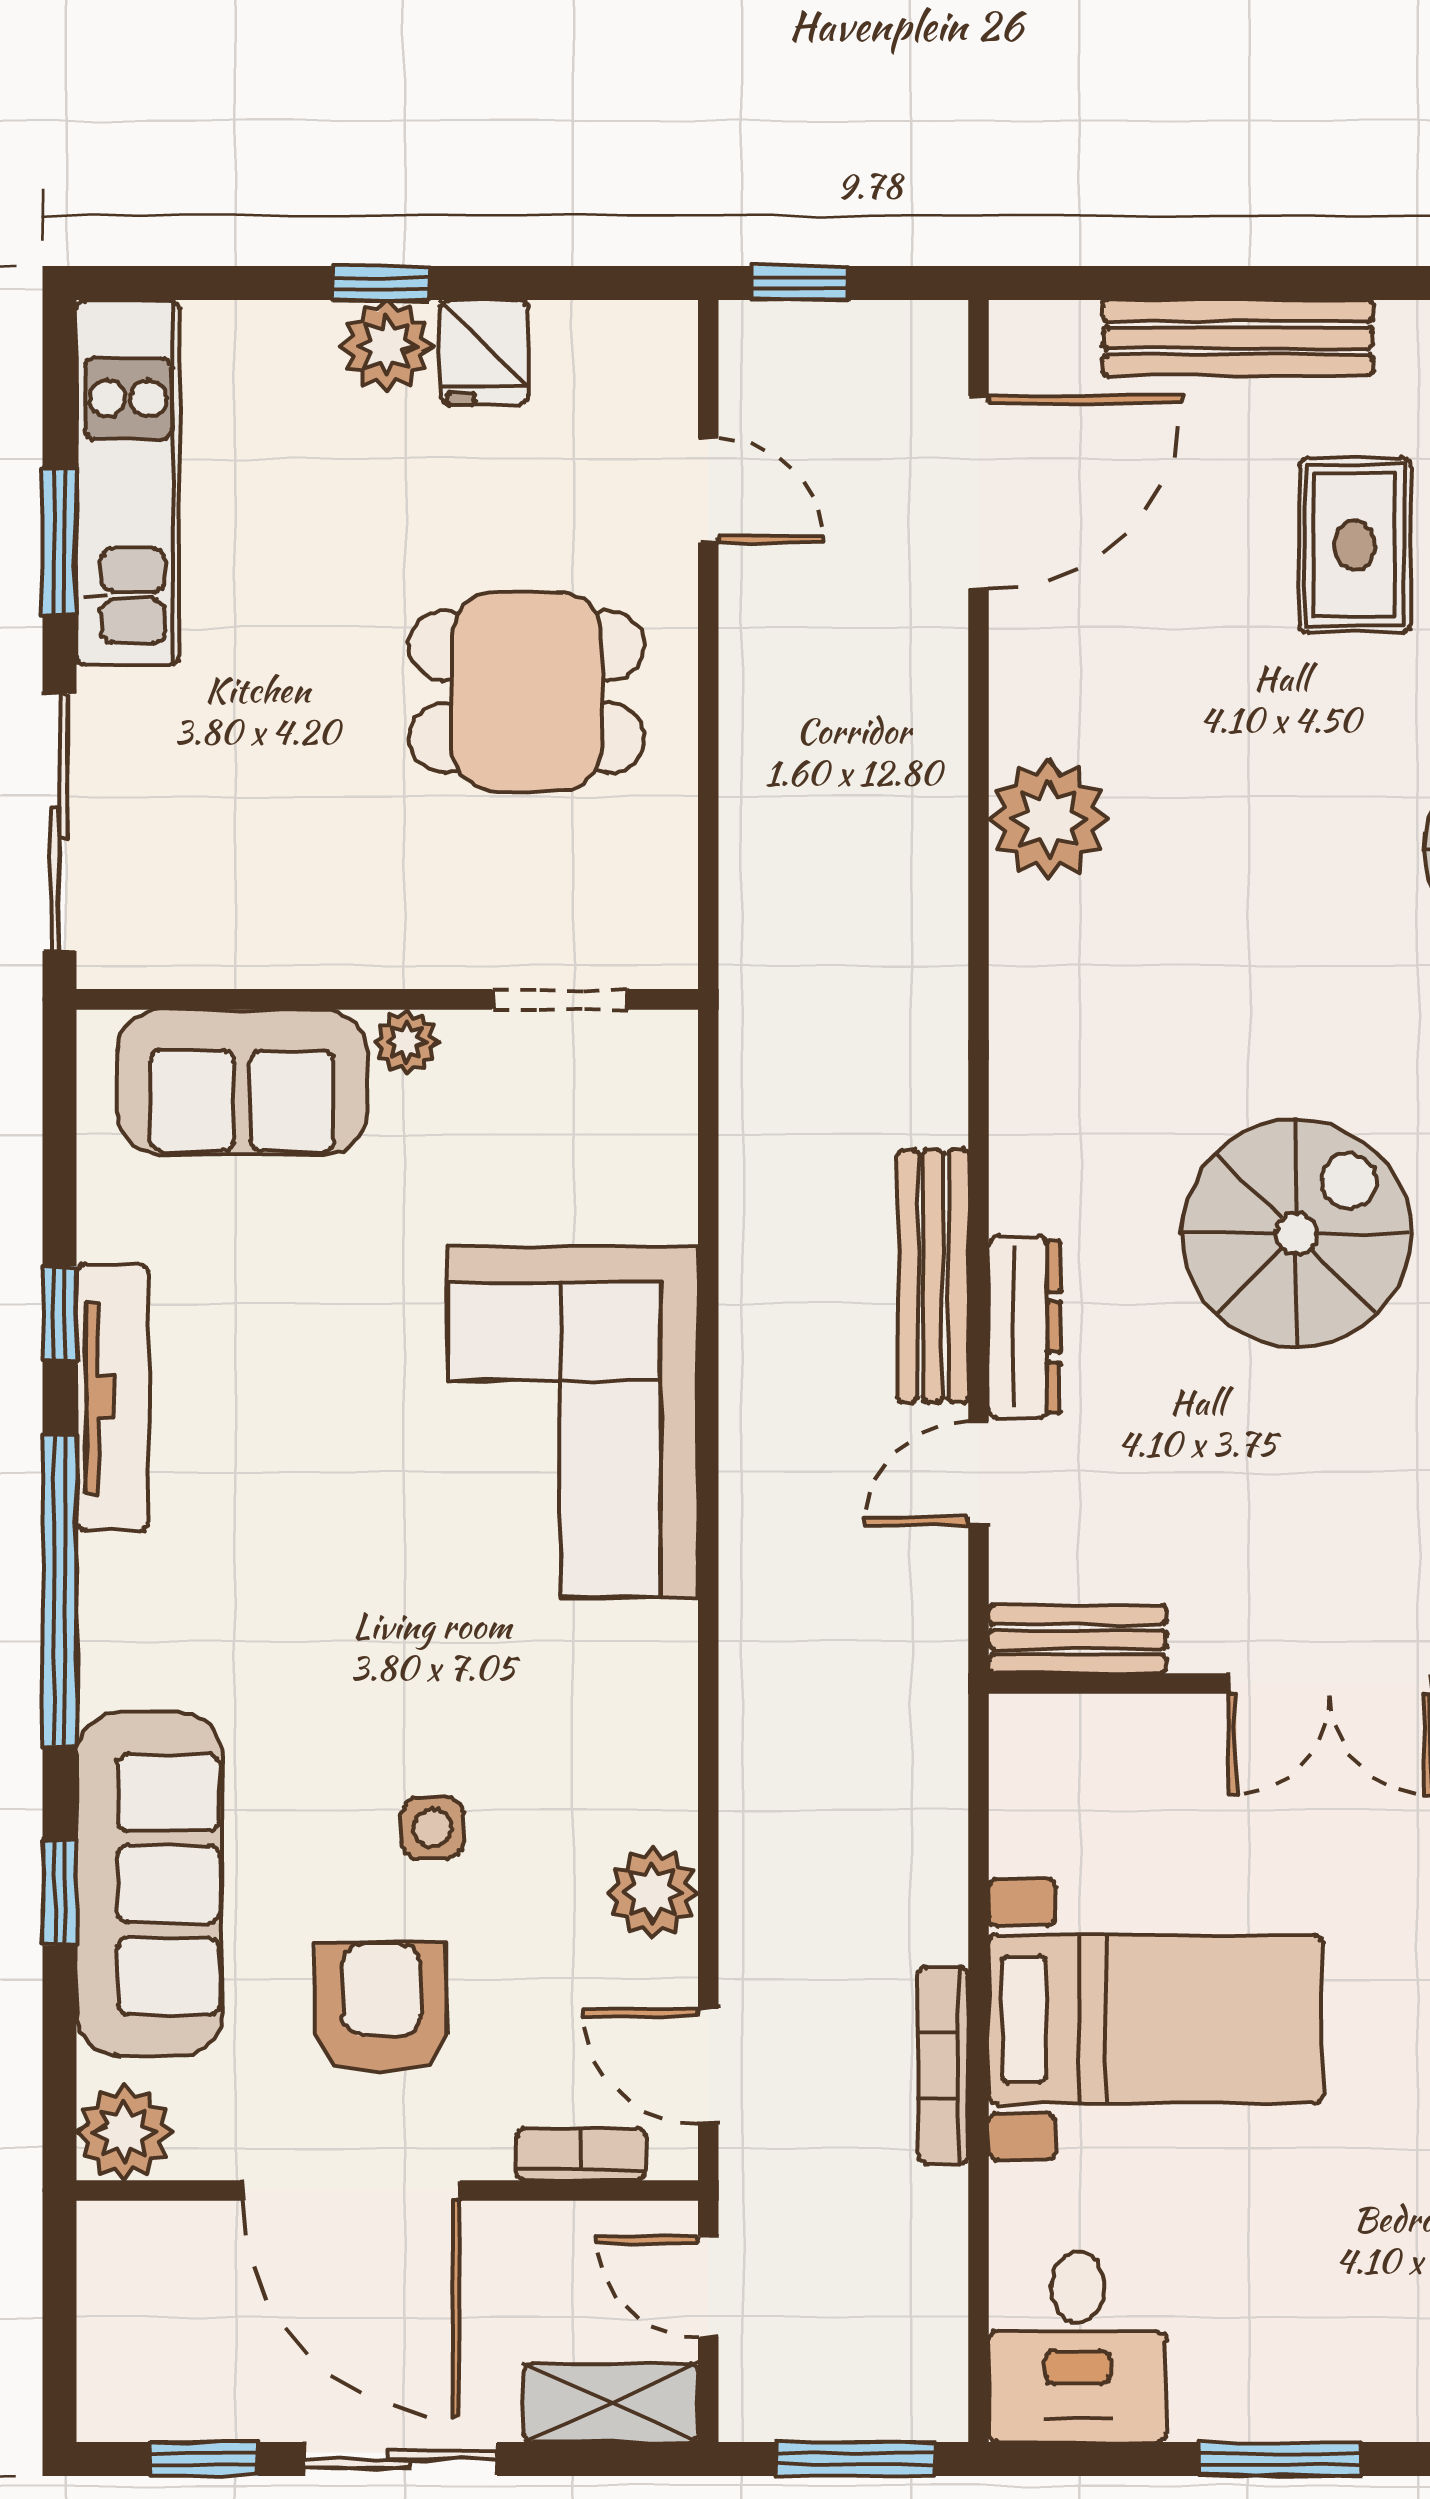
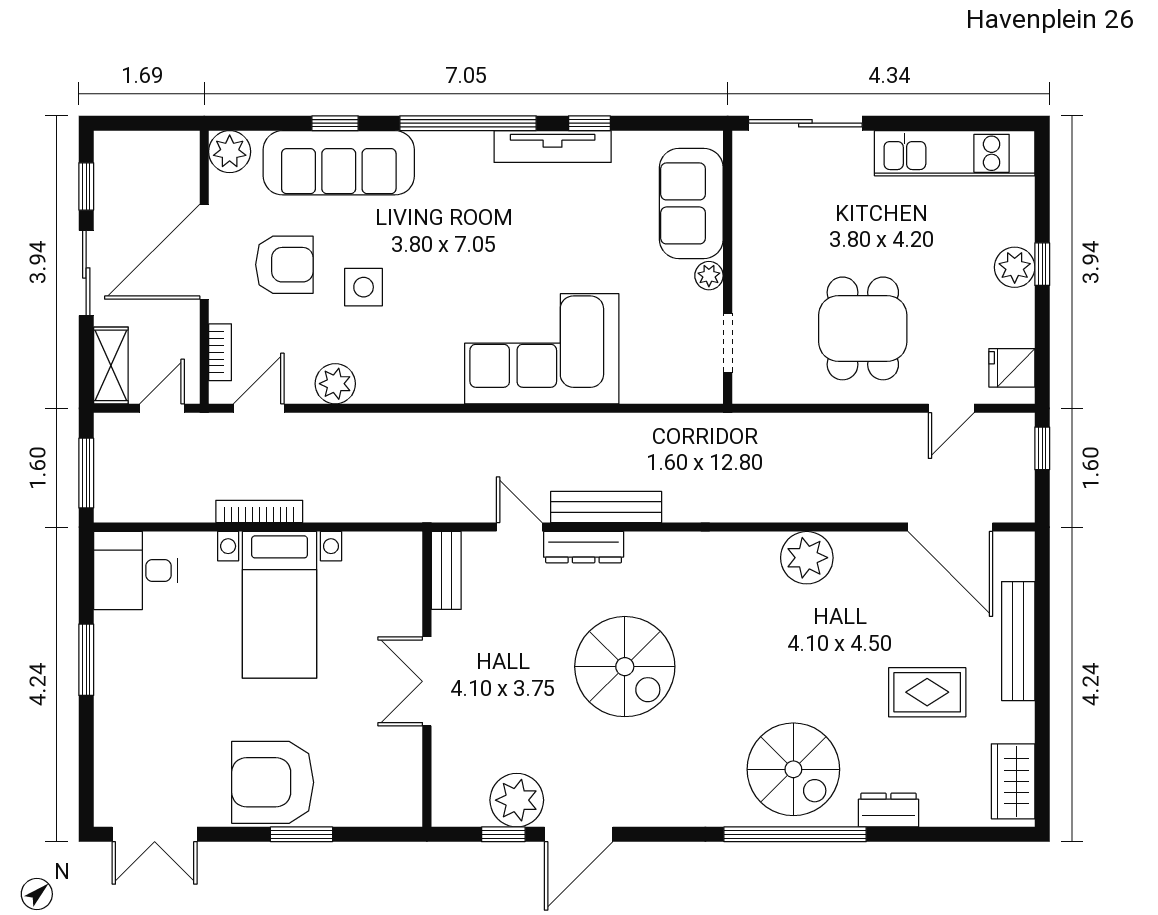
fridge: (484, 352) -> (1012, 368), moved
window: (60, 541) -> (929, 123), removed
side table: (433, 1828) -> (364, 287), width x1.37, depth x1.37

